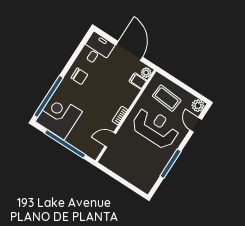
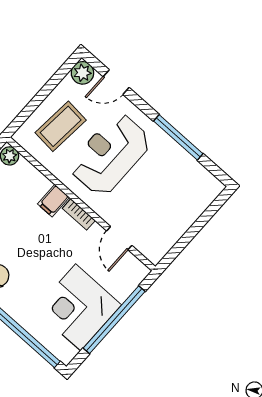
filing cabinet: (138, 81) -> (53, 201), moved
corner desk: (59, 117) -> (78, 307), moved

